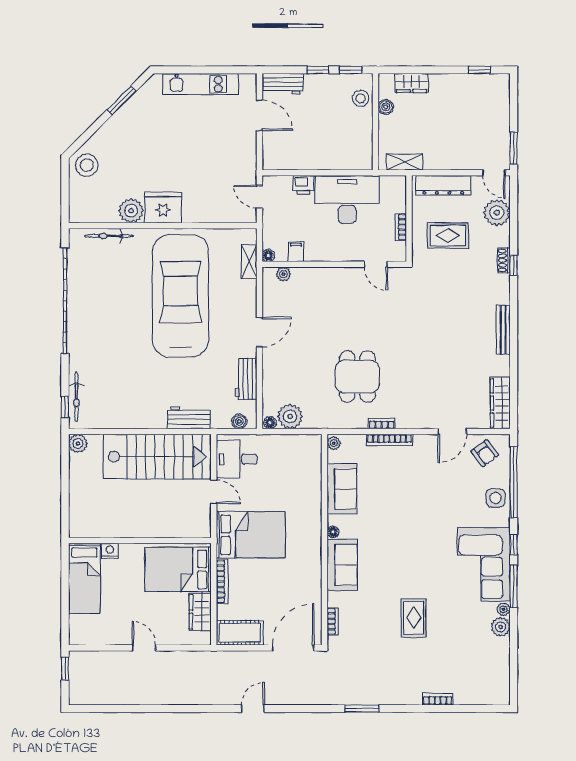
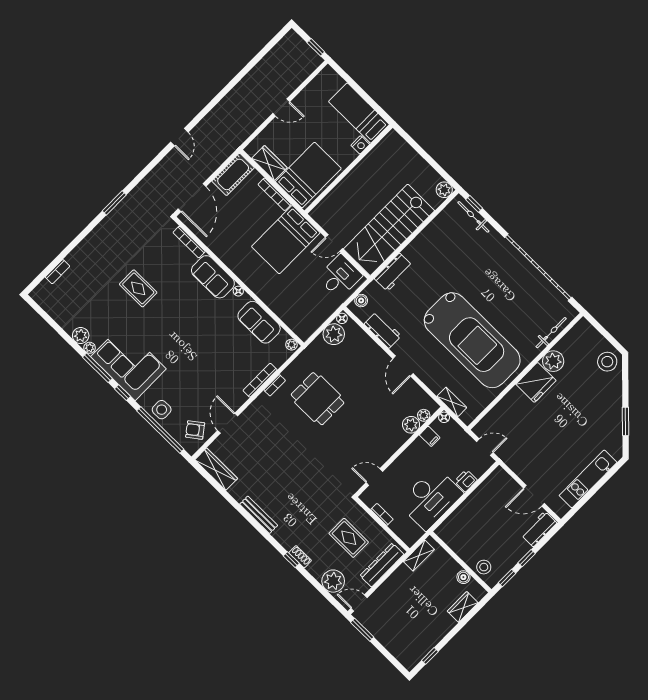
rug: (448, 235) -> (349, 538), turned 90
plant: (302, 277) -> (411, 425), added
bookcase: (333, 621) -> (189, 242), width x1.56
bookcase: (438, 699) -> (57, 272), moved

